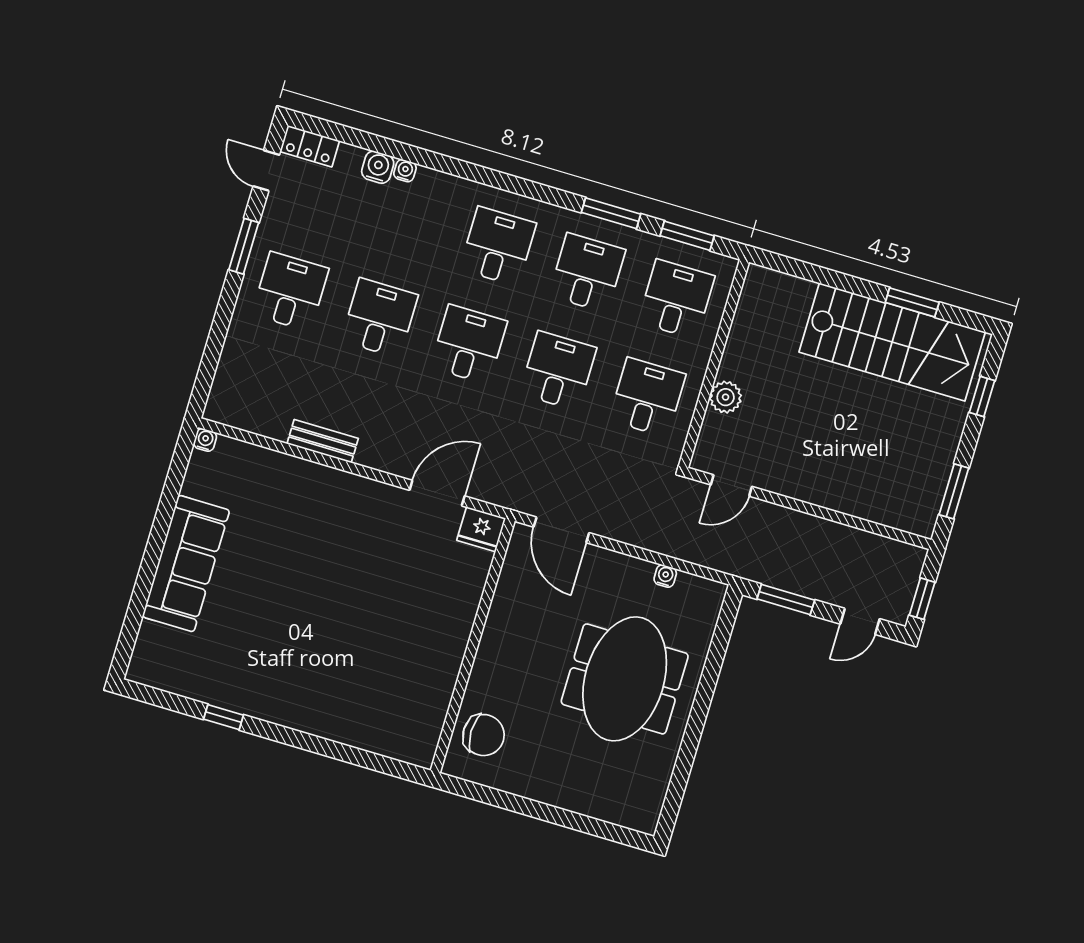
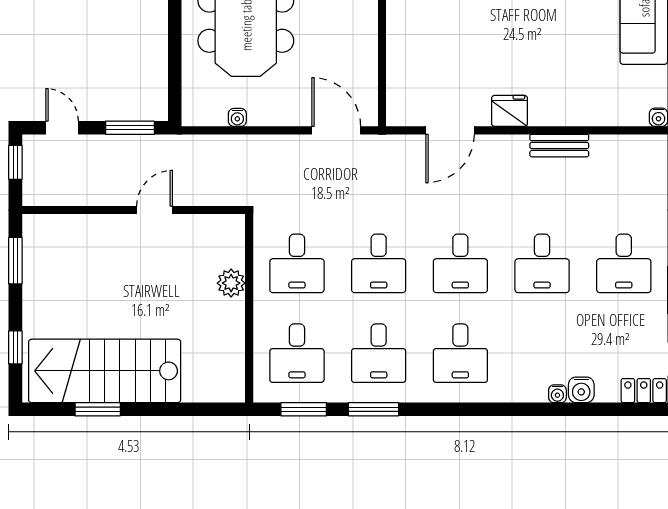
door: (731, 486) -> (155, 210), moved
fridge: (481, 529) -> (510, 111), moved
door: (860, 621) -> (62, 128), hinge flipped

